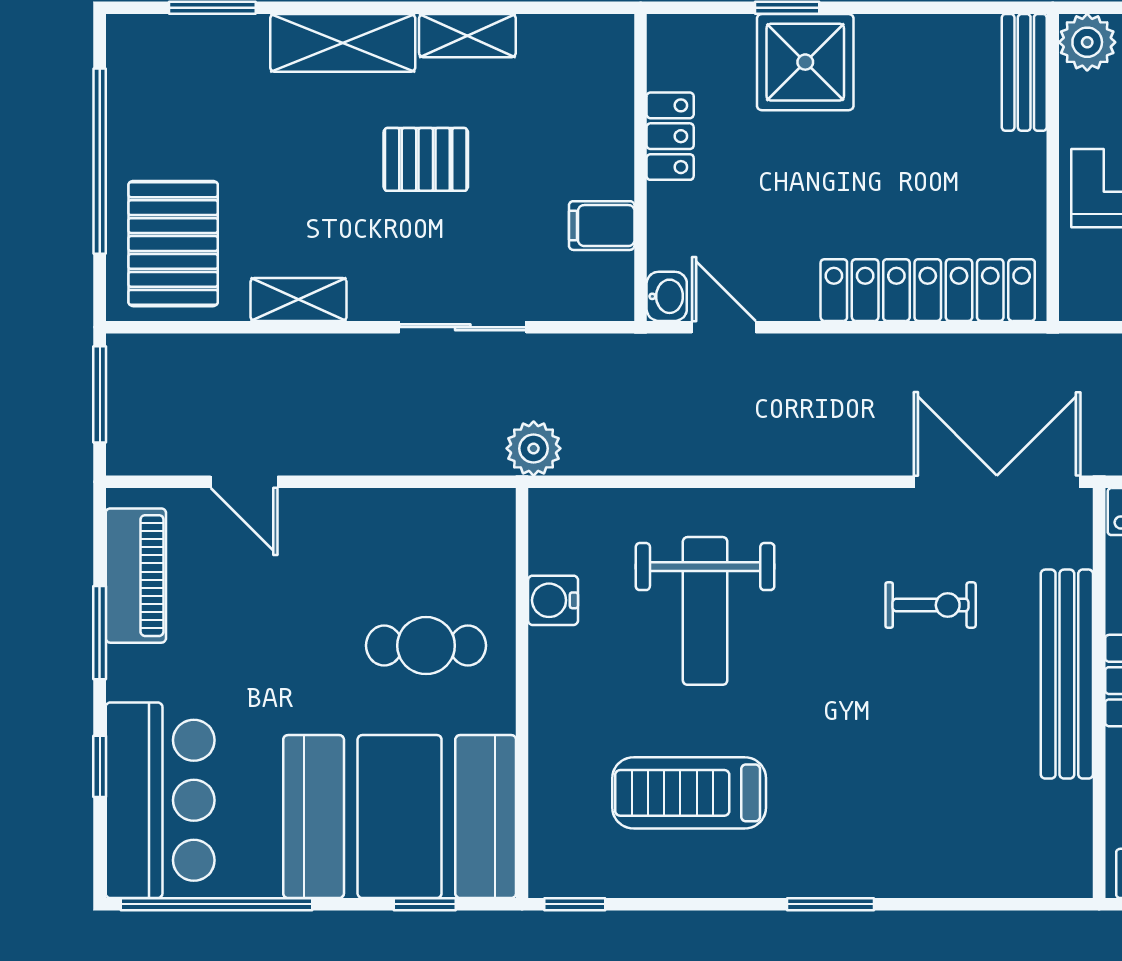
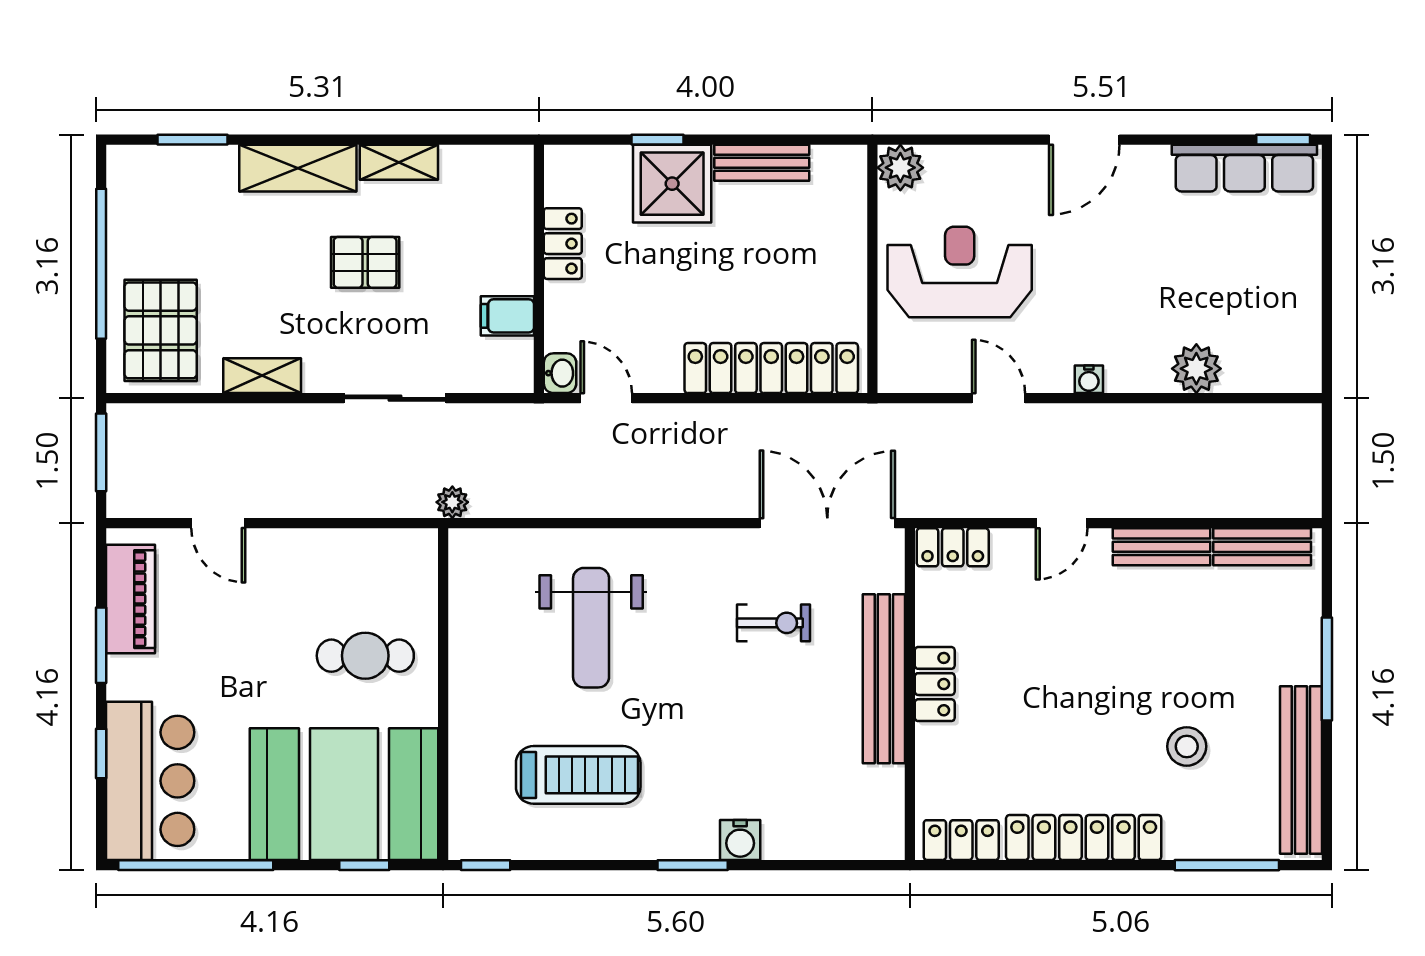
bench: (1024, 72) -> (762, 163), moved, turned 90
plant: (534, 448) -> (452, 502), width x0.73, depth x0.73
water cooler: (553, 600) -> (740, 840), moved, turned -90
treadmill: (689, 793) -> (578, 775), turned 180

